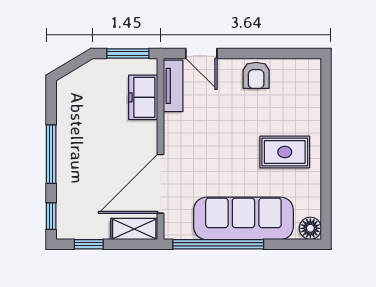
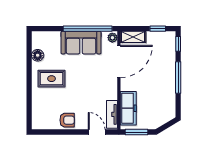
armchair: (256, 75) -> (67, 120), turned 90
freezer: (143, 97) -> (128, 108), width x1.40
sofa: (243, 218) -> (81, 43), width x0.73
plant: (172, 228) -> (112, 38), added
floor lamp: (310, 228) -> (38, 55), moved

